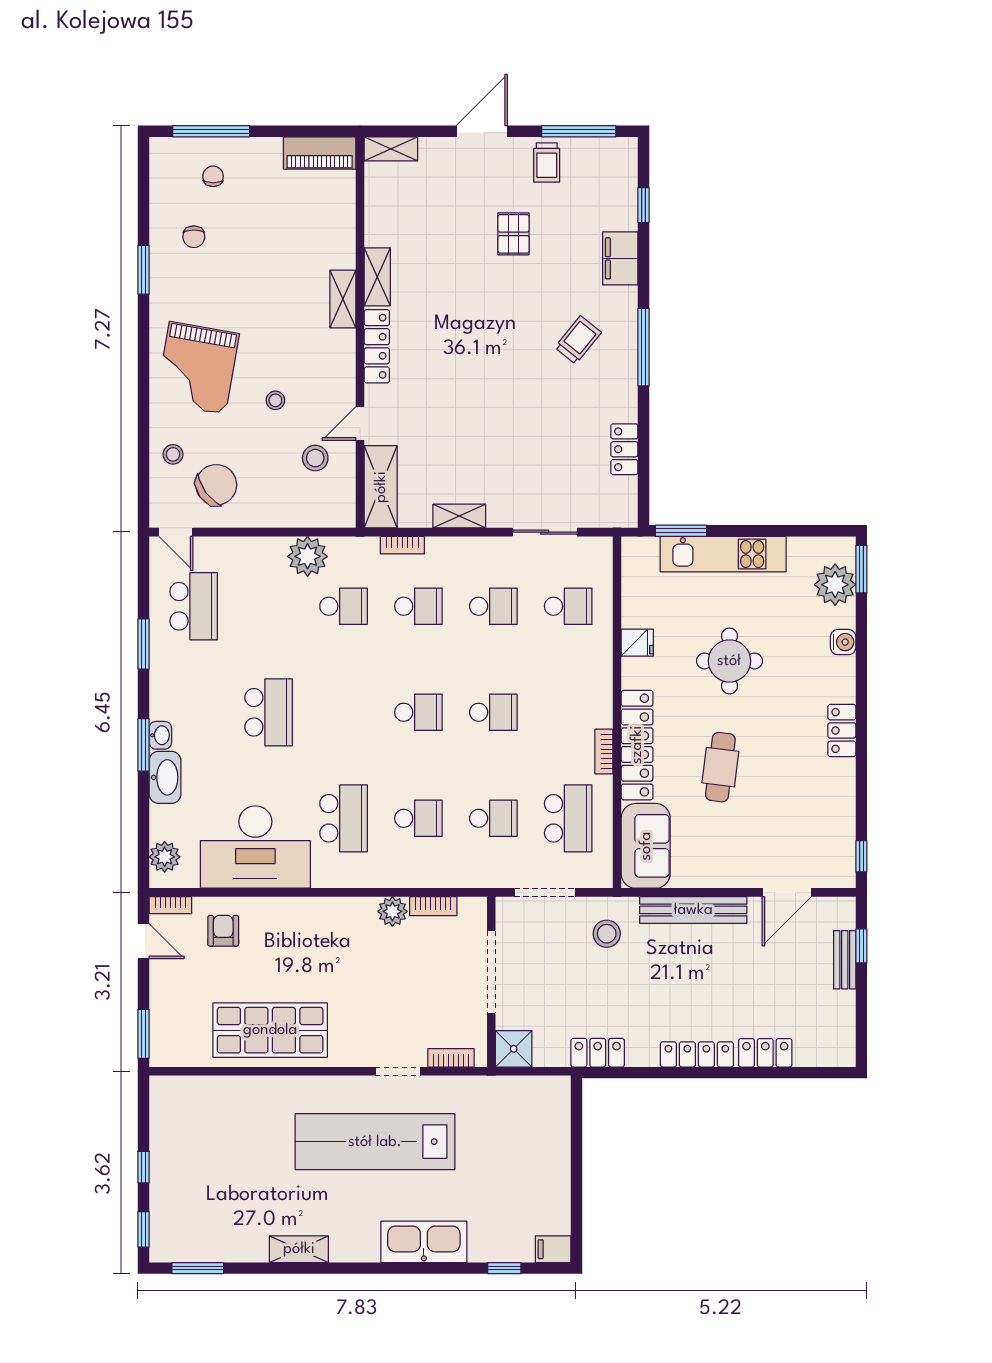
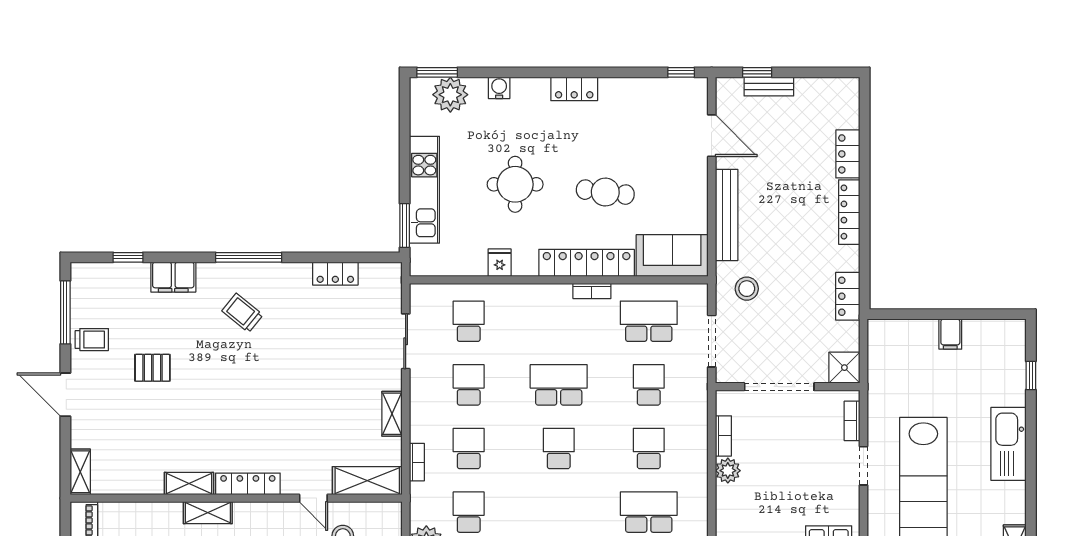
school desk: (493, 712) -> (559, 385), width x1.85
filing cabinet: (553, 1249) -> (950, 334), moved

